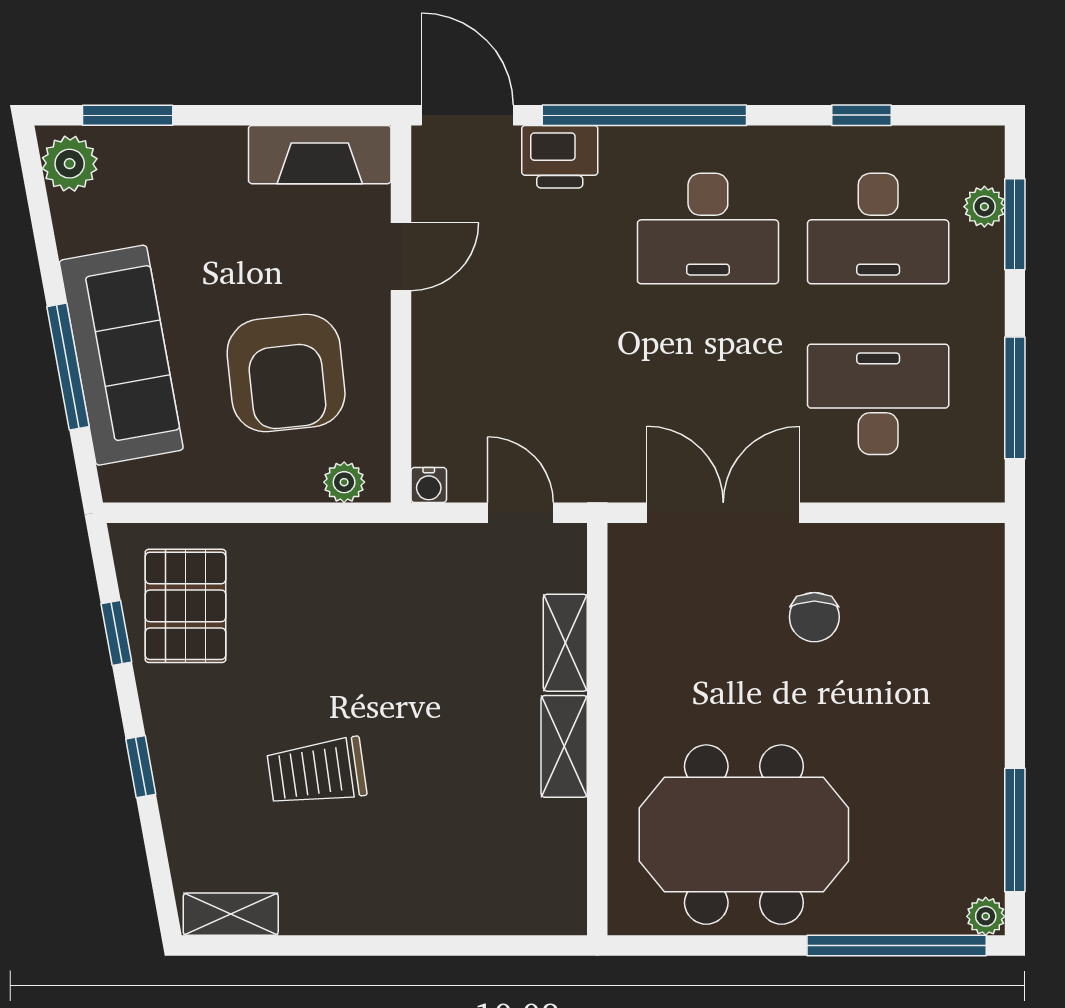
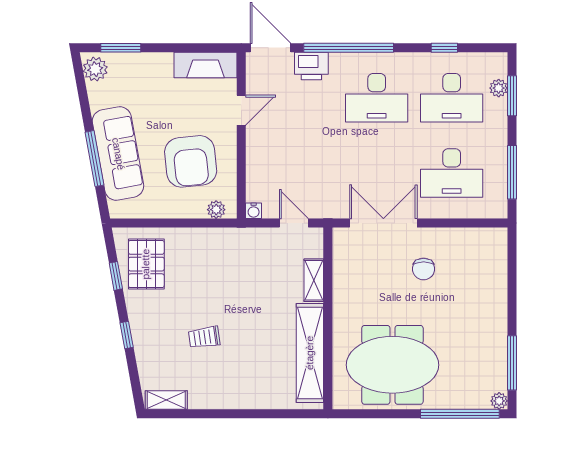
desk: (878, 399) -> (452, 173), turned 180
shelving: (564, 746) -> (310, 353), width x2.20, depth x1.33
trolley: (317, 772) -> (204, 337), width x0.73, depth x0.72

